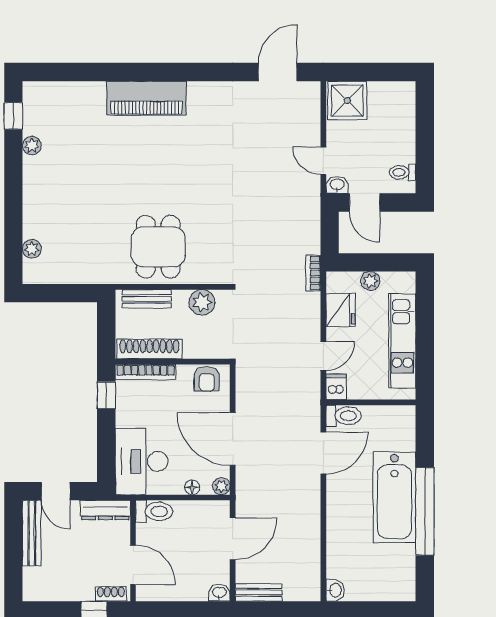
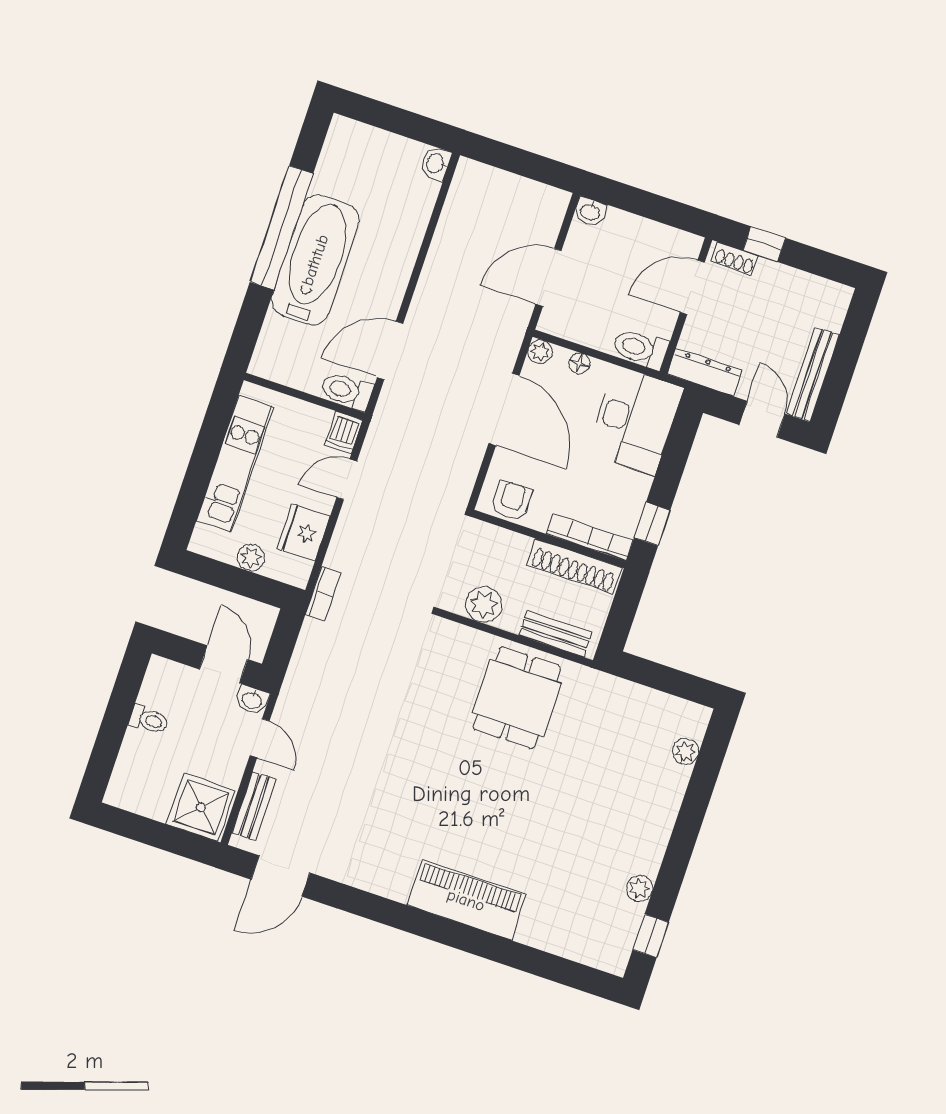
toilet: (403, 172) -> (149, 720), moved
door: (133, 565) -> (692, 287), hinge flipped
bench: (259, 592) -> (254, 806), moved, turned 90

